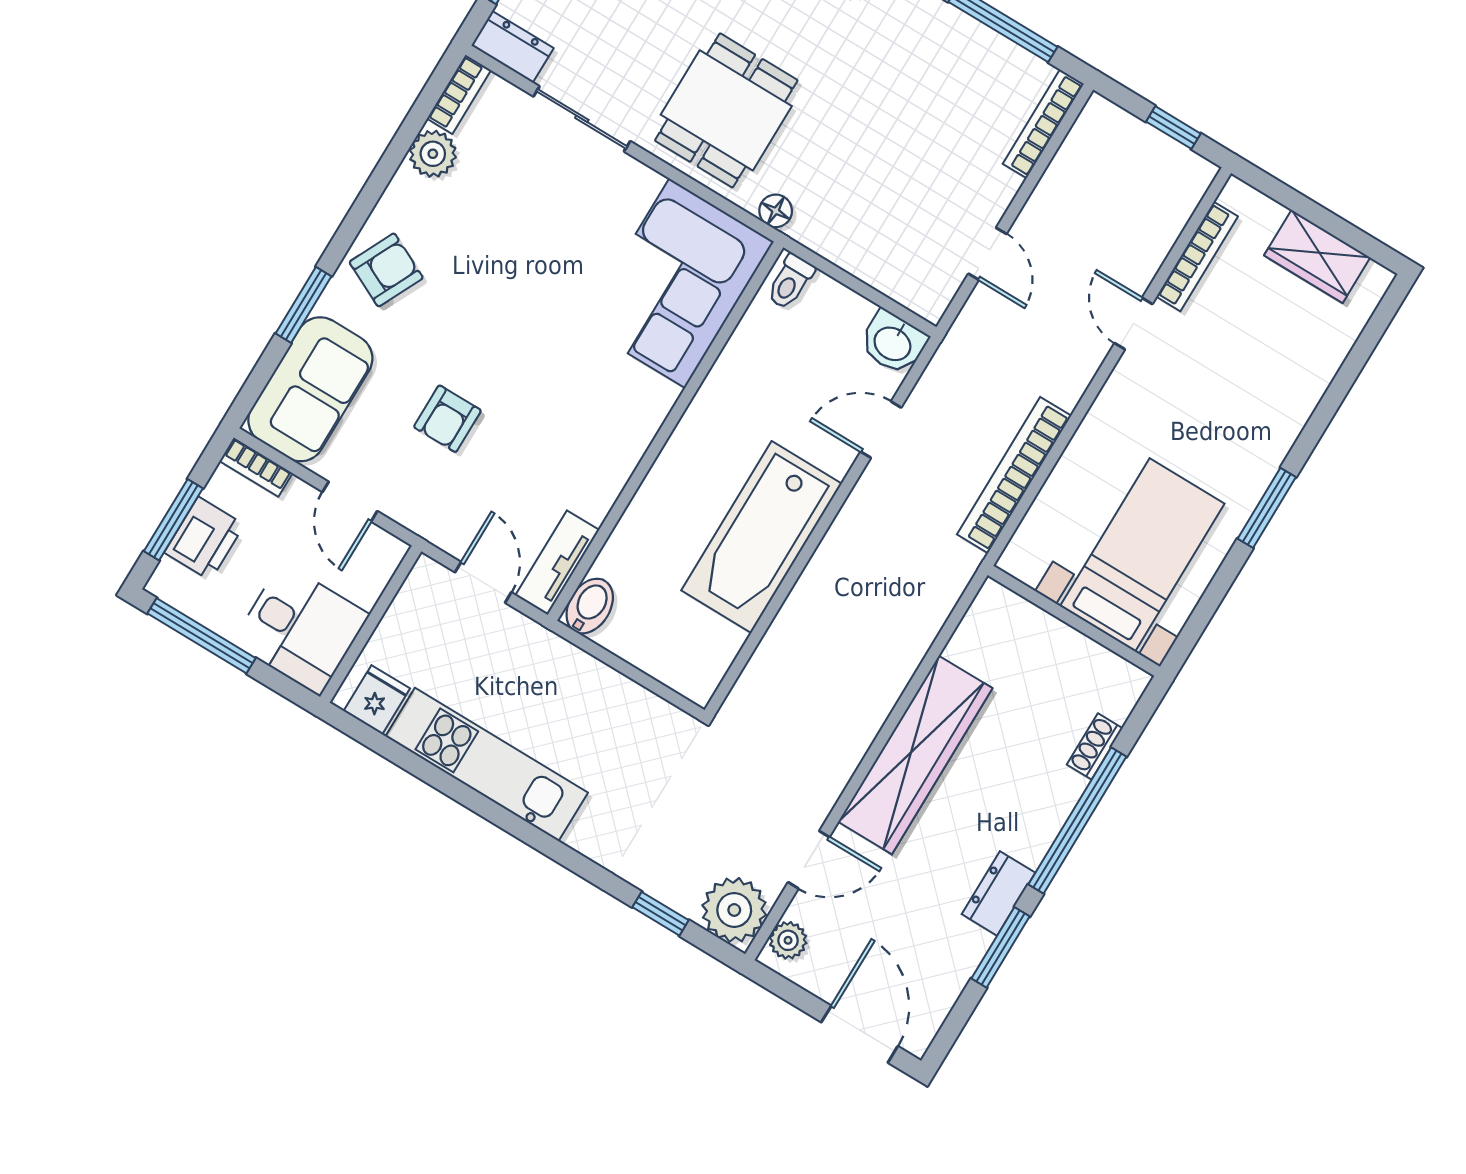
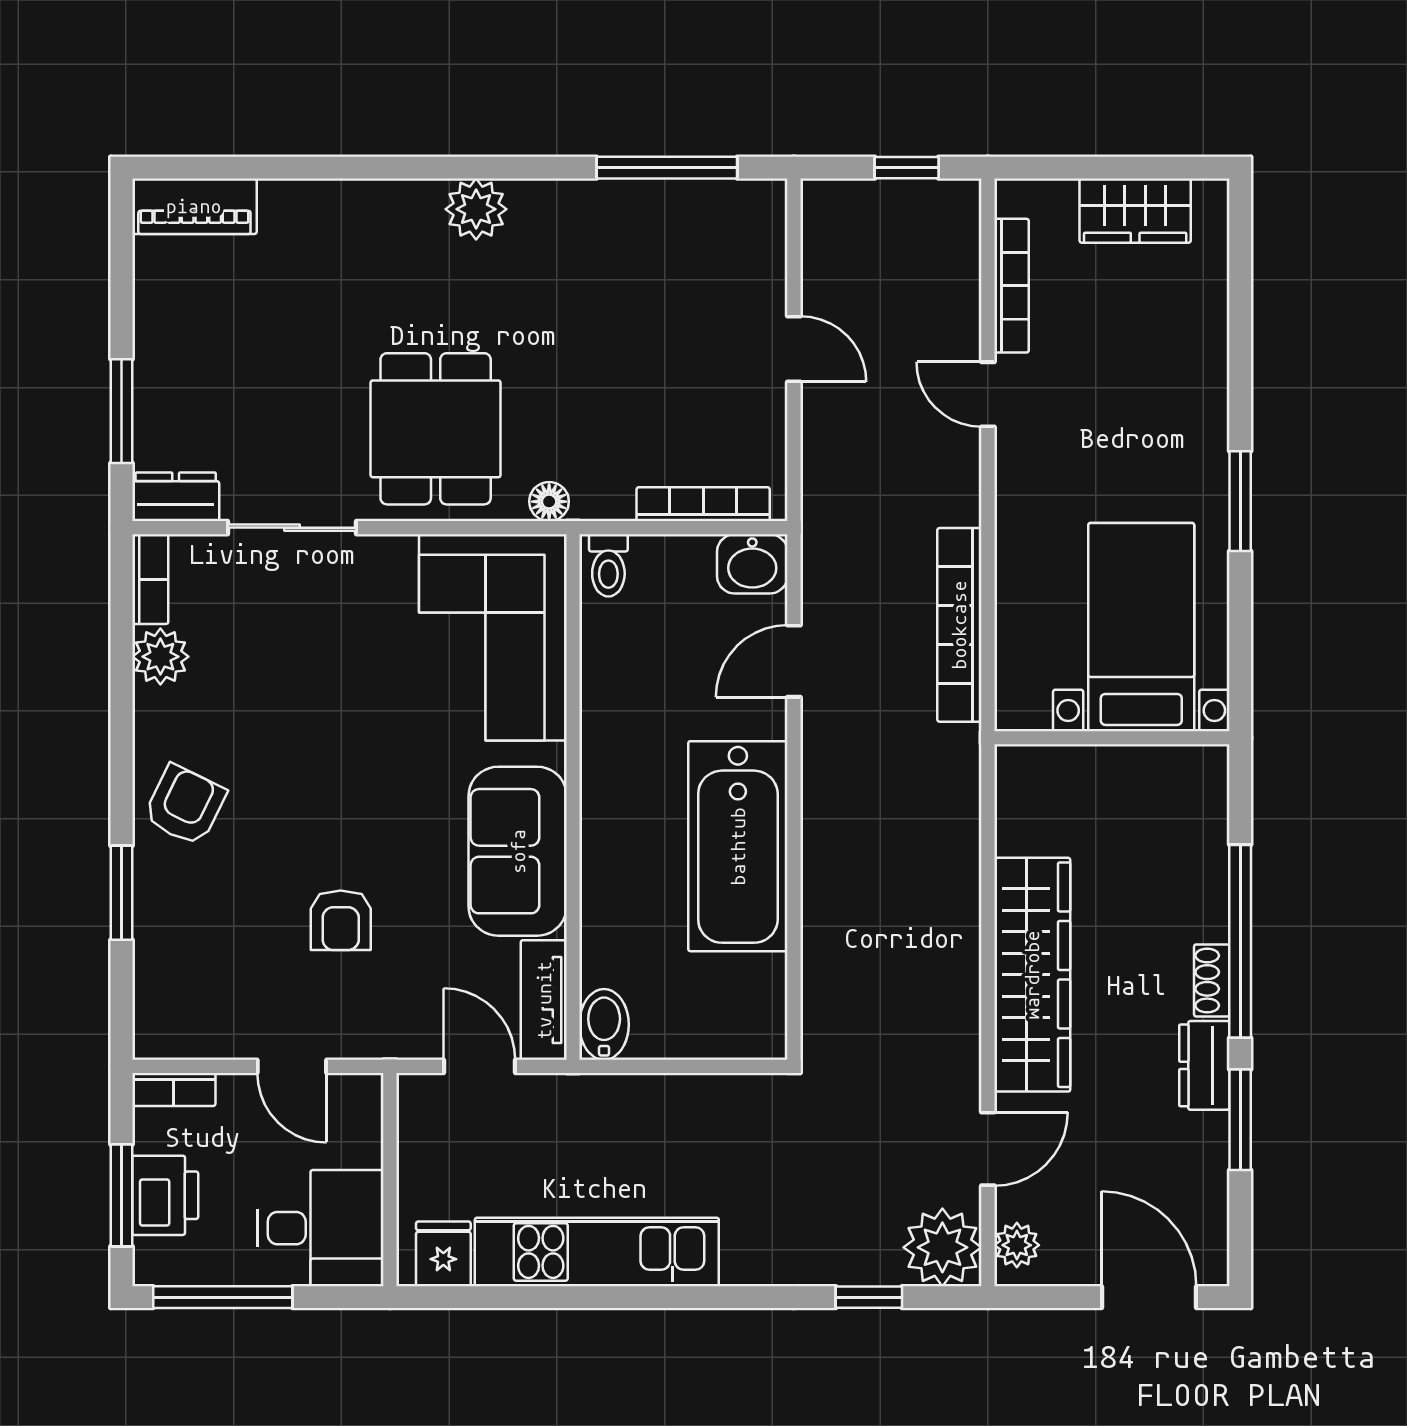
bookcase: (1043, 124) -> (703, 504), moved, turned 90
door: (987, 254) -> (794, 349), moved
sofa: (310, 389) -> (518, 851), moved, turned 180
shoe rack: (1095, 746) -> (1212, 980), moved

